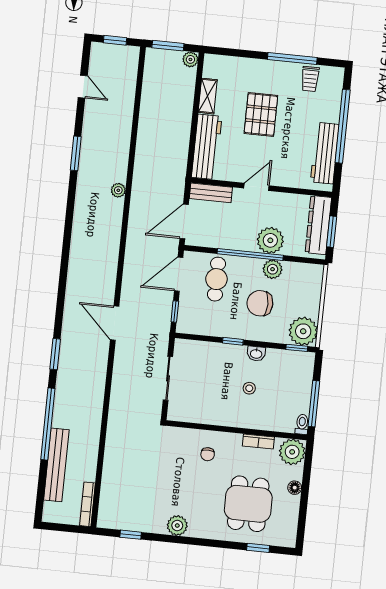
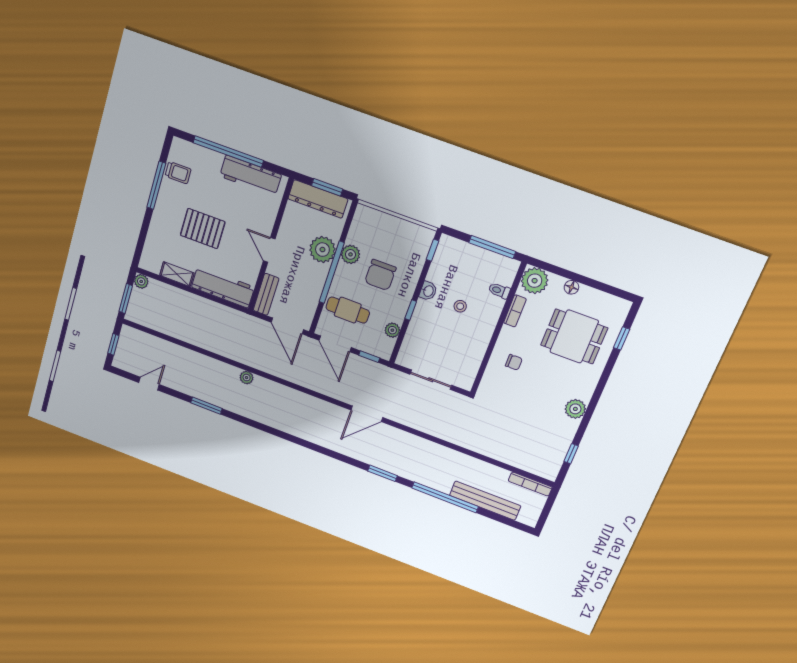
plant: (303, 331) -> (392, 330), moved, width x0.53, depth x0.53
toilet: (302, 424) -> (499, 291), moved

